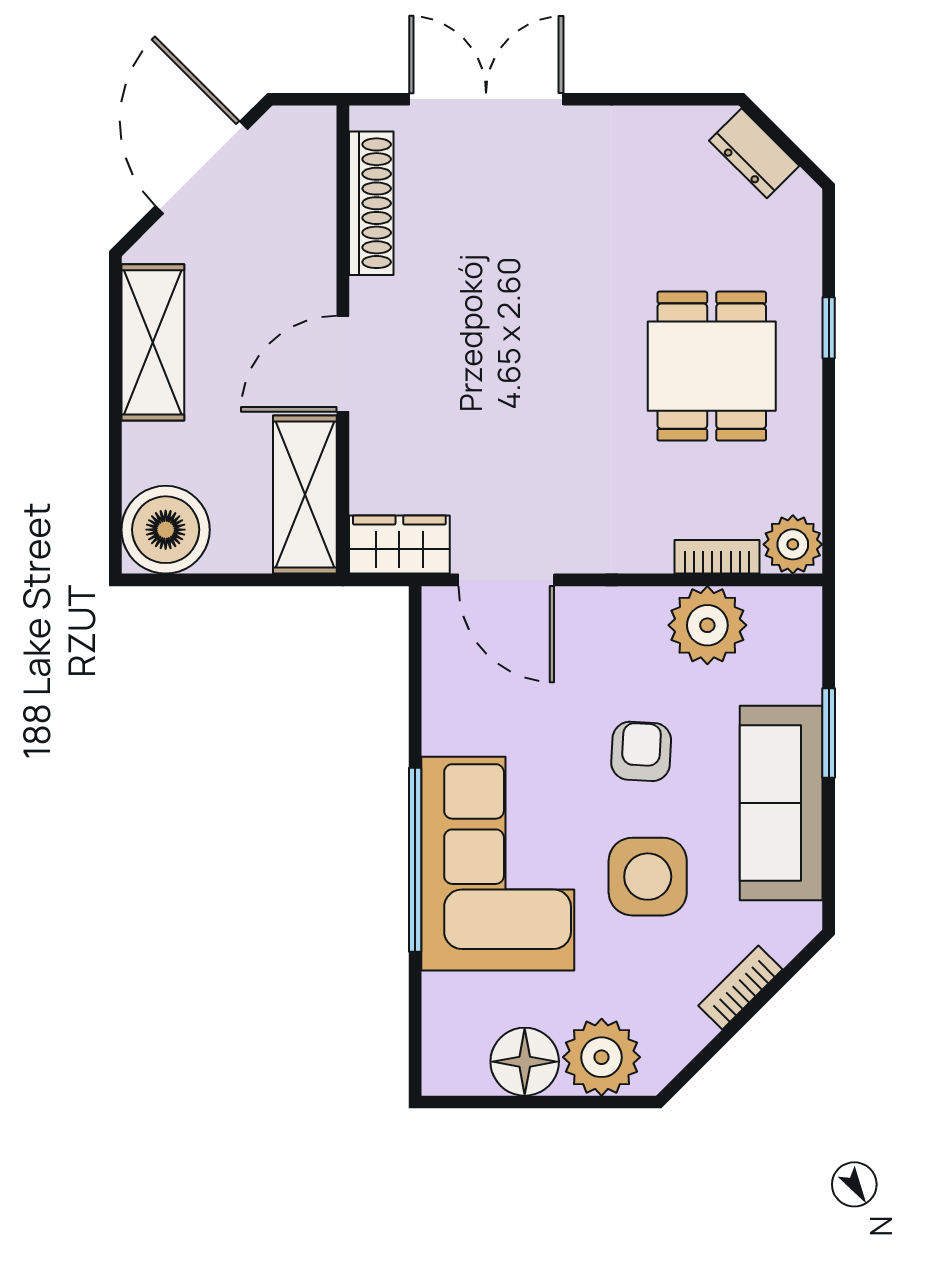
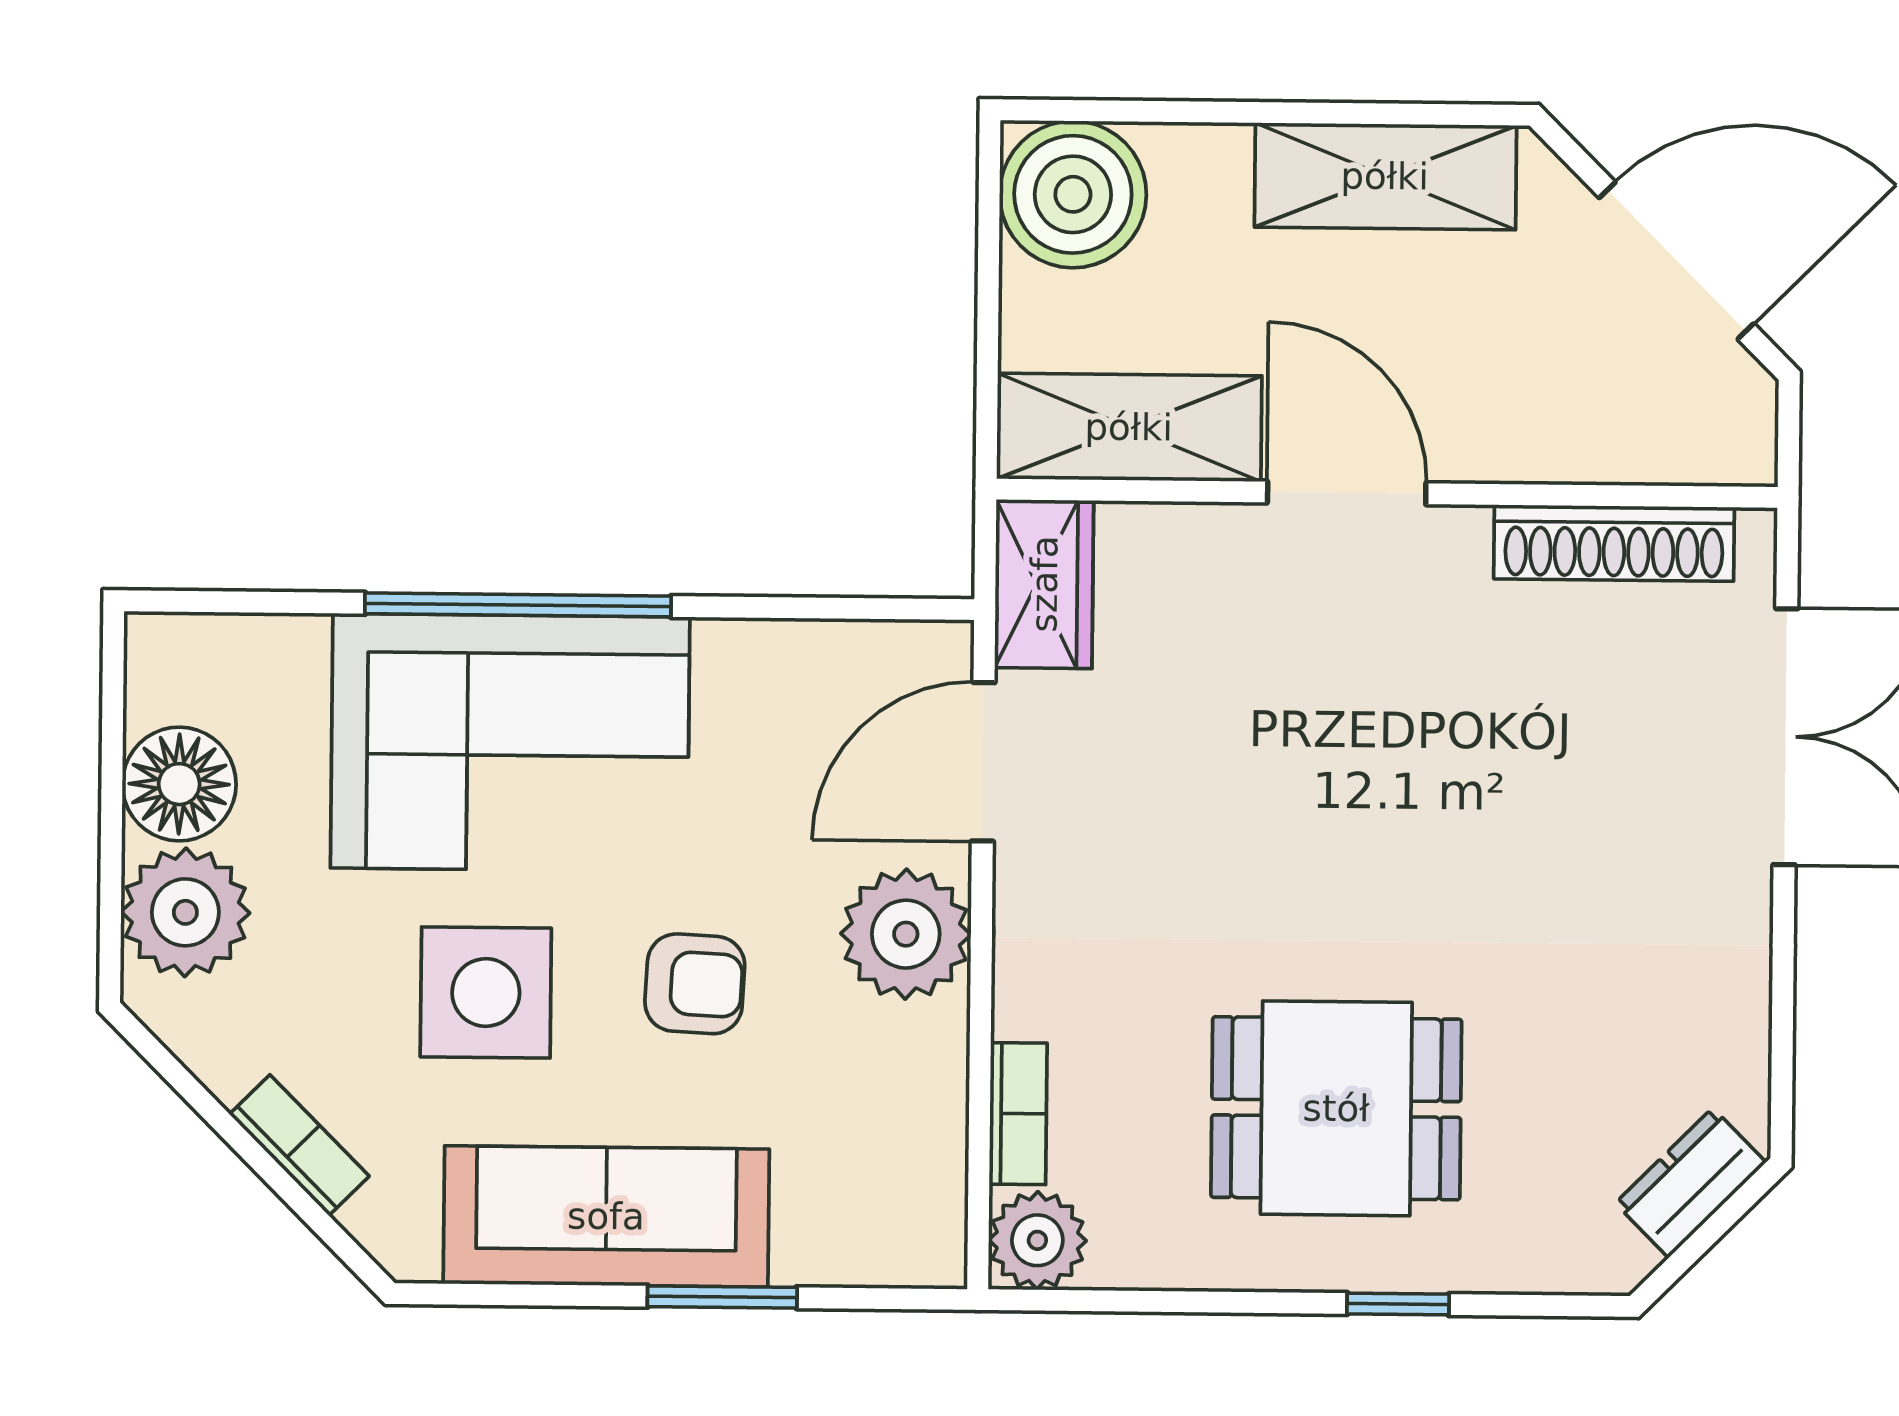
plant: (707, 625) -> (906, 934), moved

